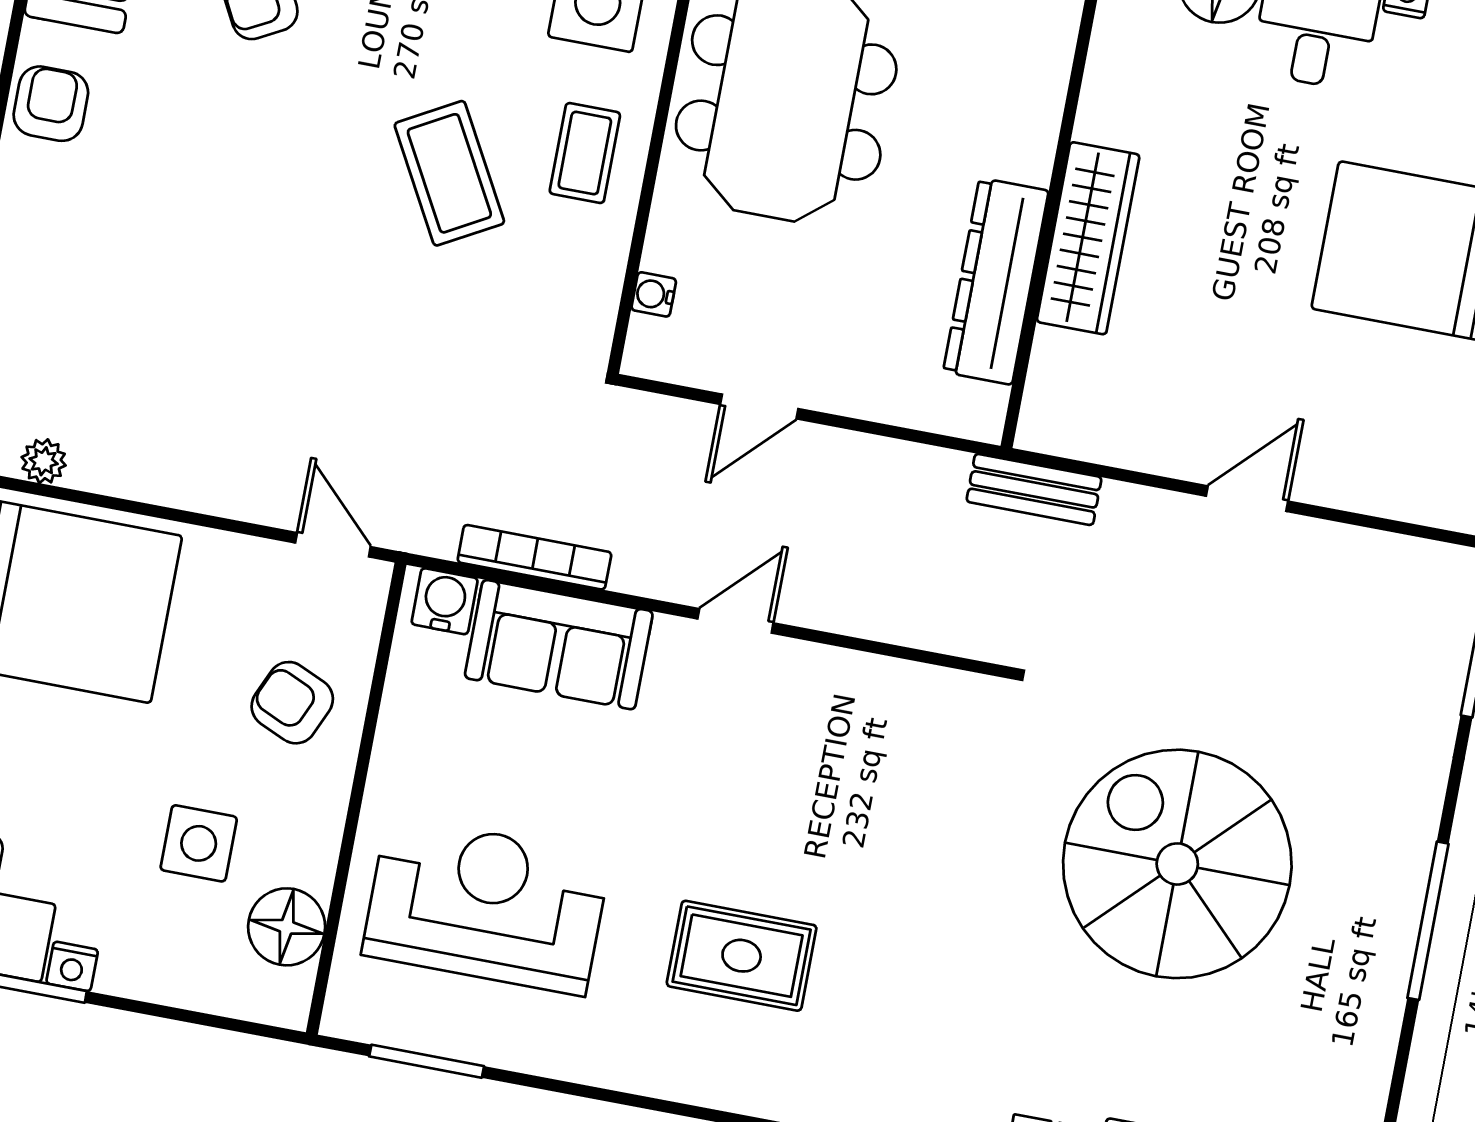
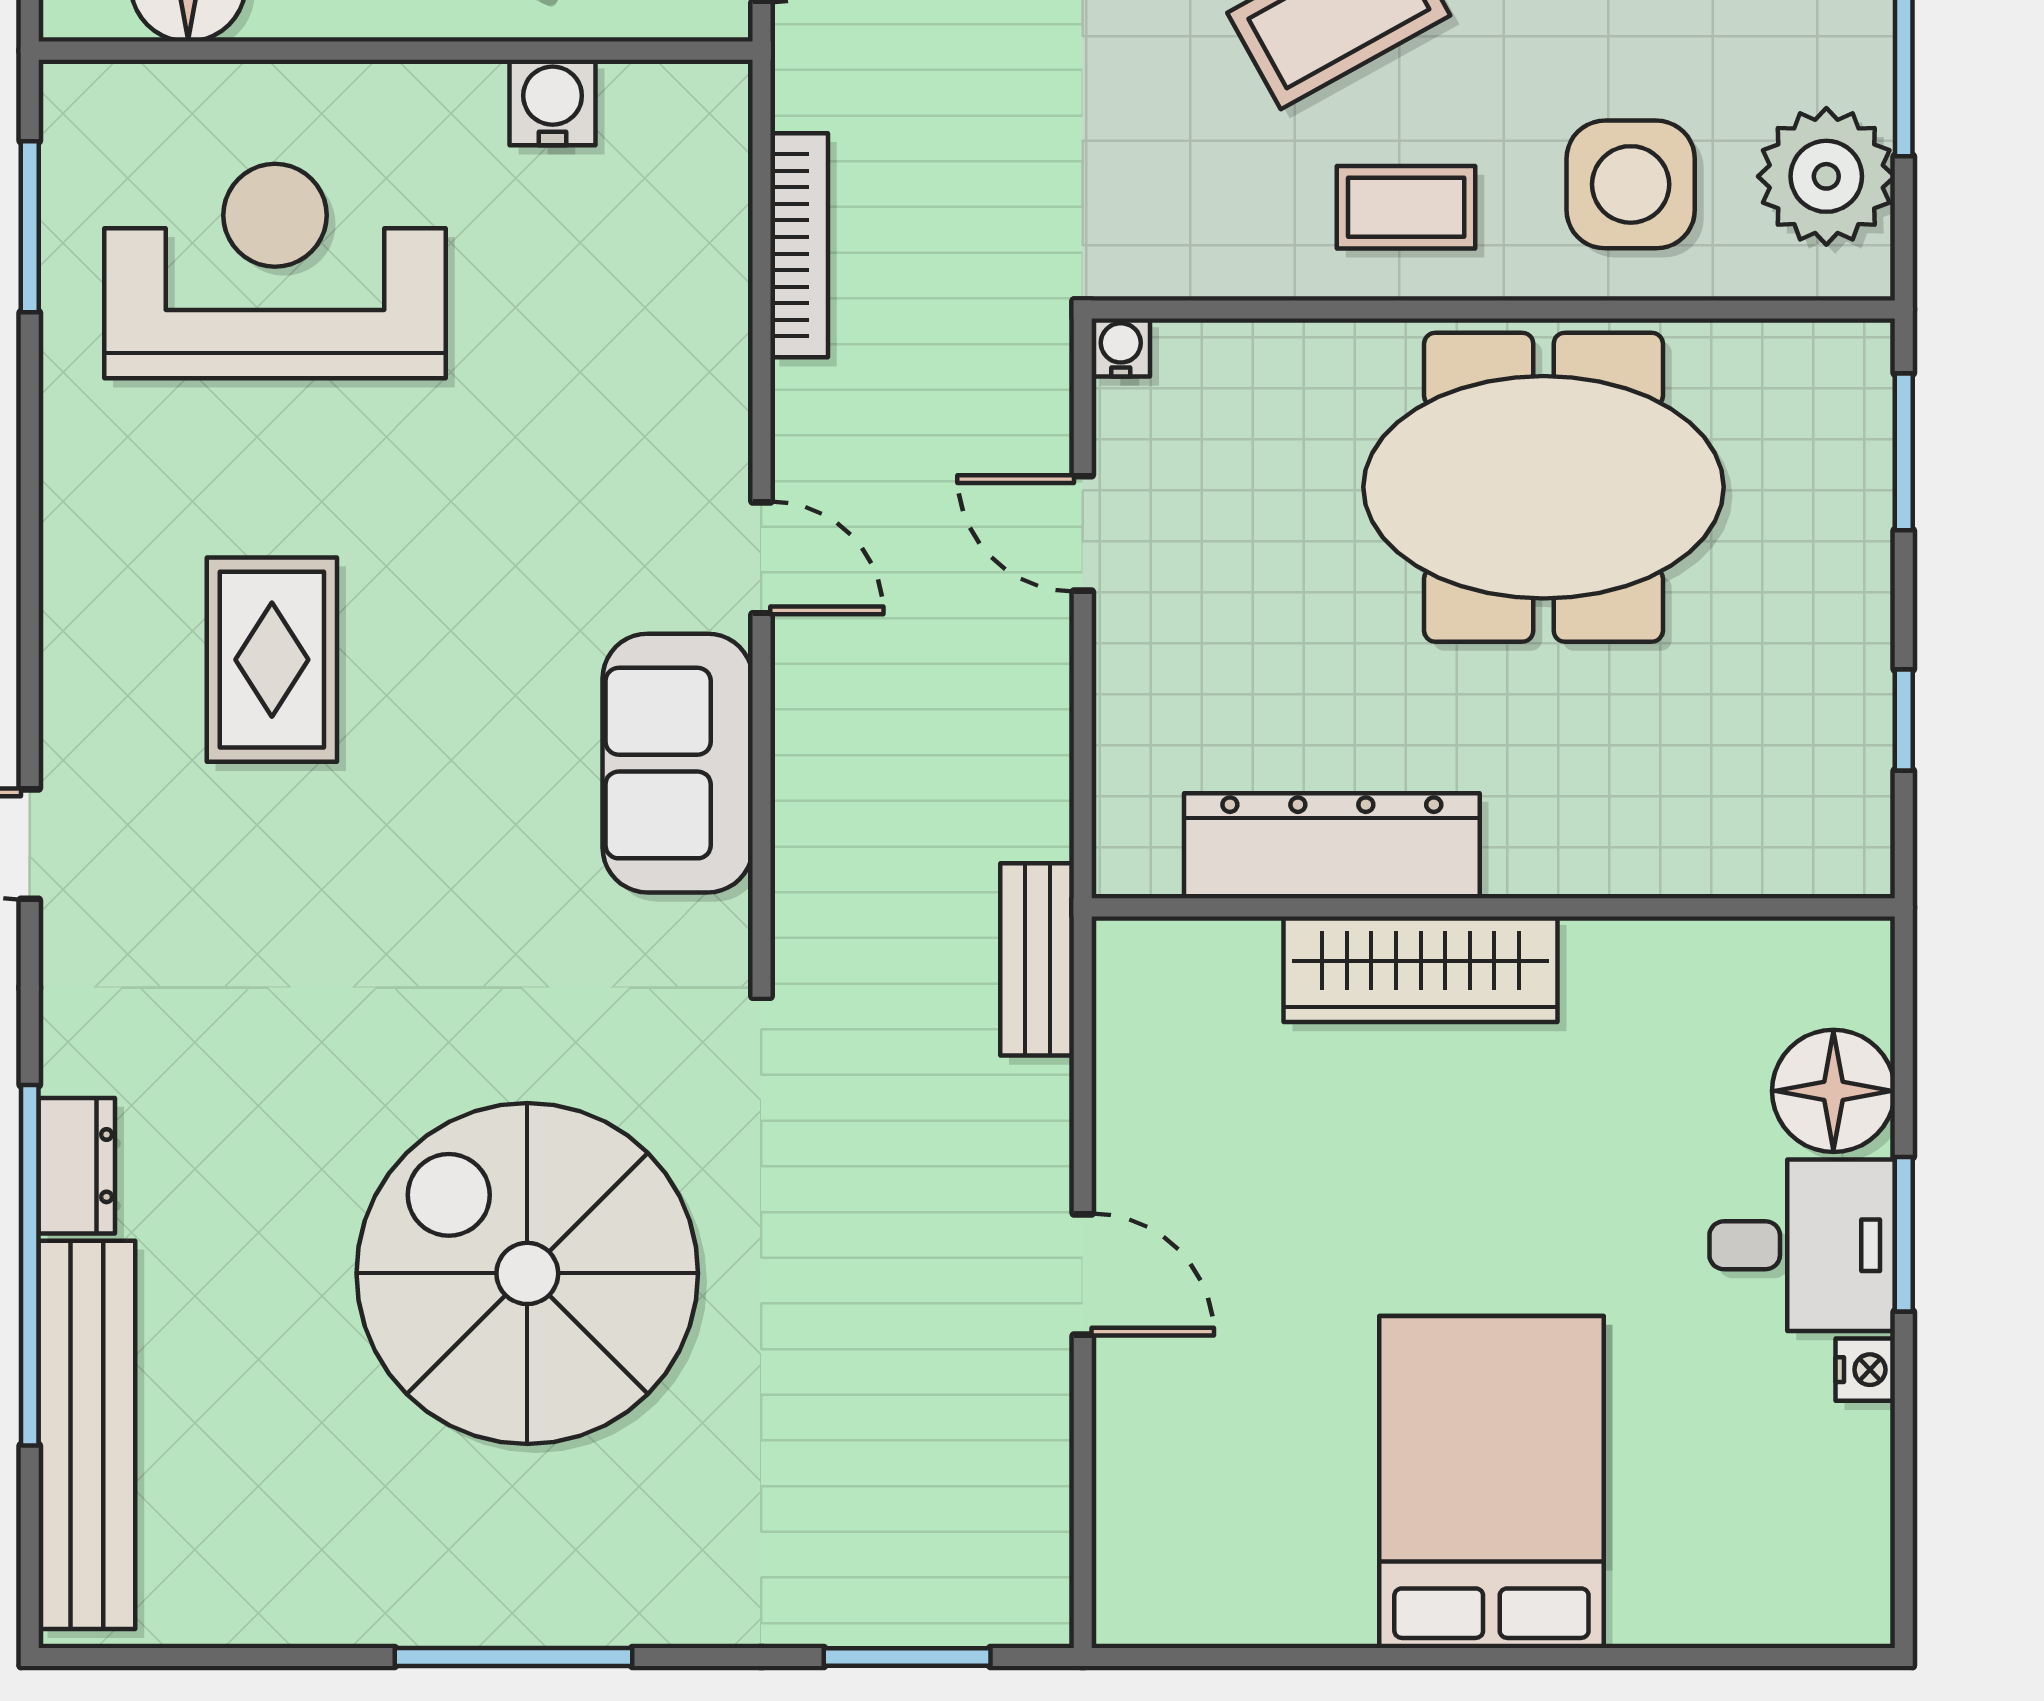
water cooler: (654, 294) -> (1121, 348), moved
water cooler: (445, 601) -> (553, 102), moved, turned -90
sofa: (559, 645) -> (678, 763), moved
spiral stairs: (1177, 864) -> (527, 1273), turned -90
reception desk: (486, 905) -> (275, 271), turned -90

